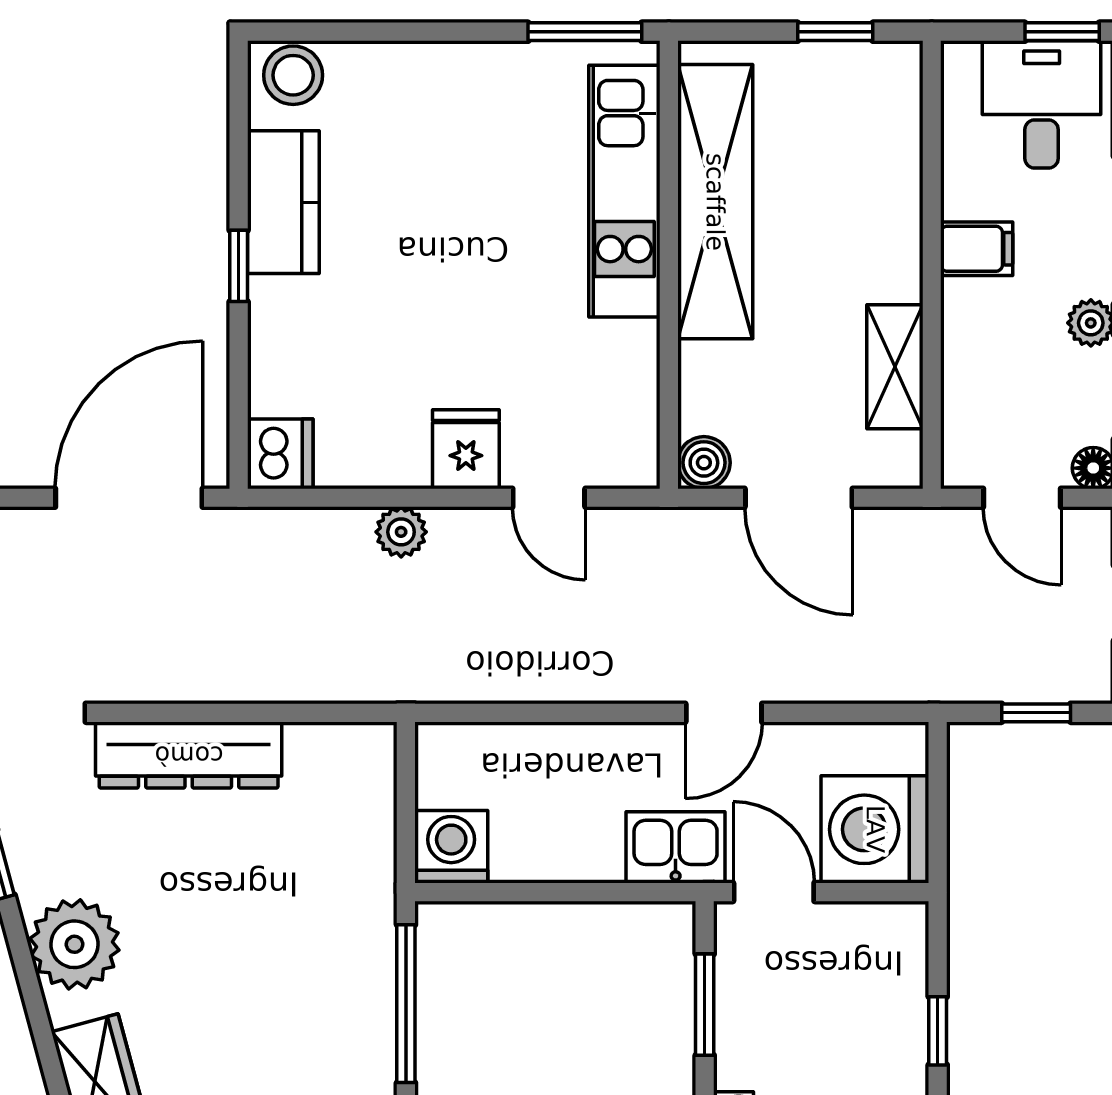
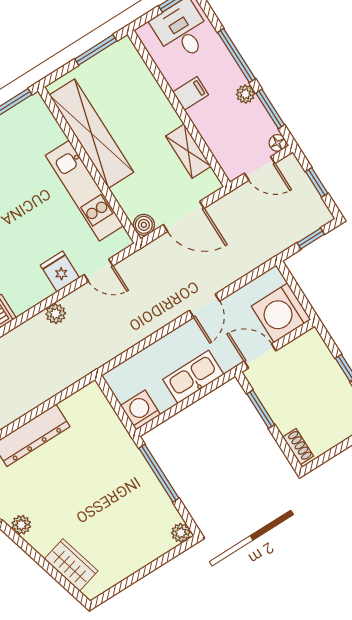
window: (835, 32) -> (96, 50), width x1.50
kitchen unit: (624, 191) -> (84, 191), moved
kitchen sink: (676, 847) -> (193, 377), moved, width x1.38
plant: (74, 944) -> (21, 525), width x0.53, depth x0.53

